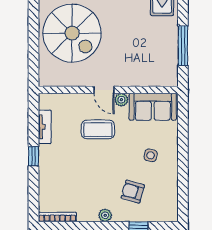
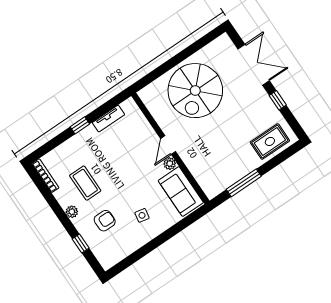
coffee table: (98, 130) -> (85, 183), moved
armchair: (133, 192) -> (105, 221), turned 74

